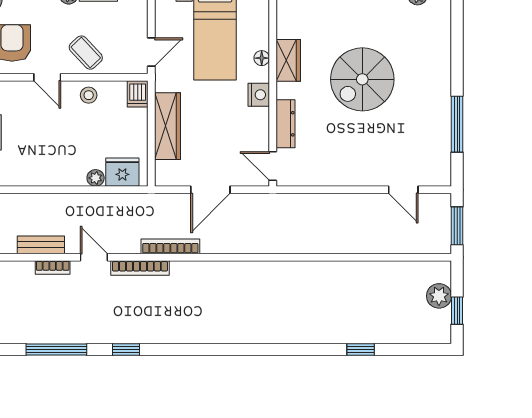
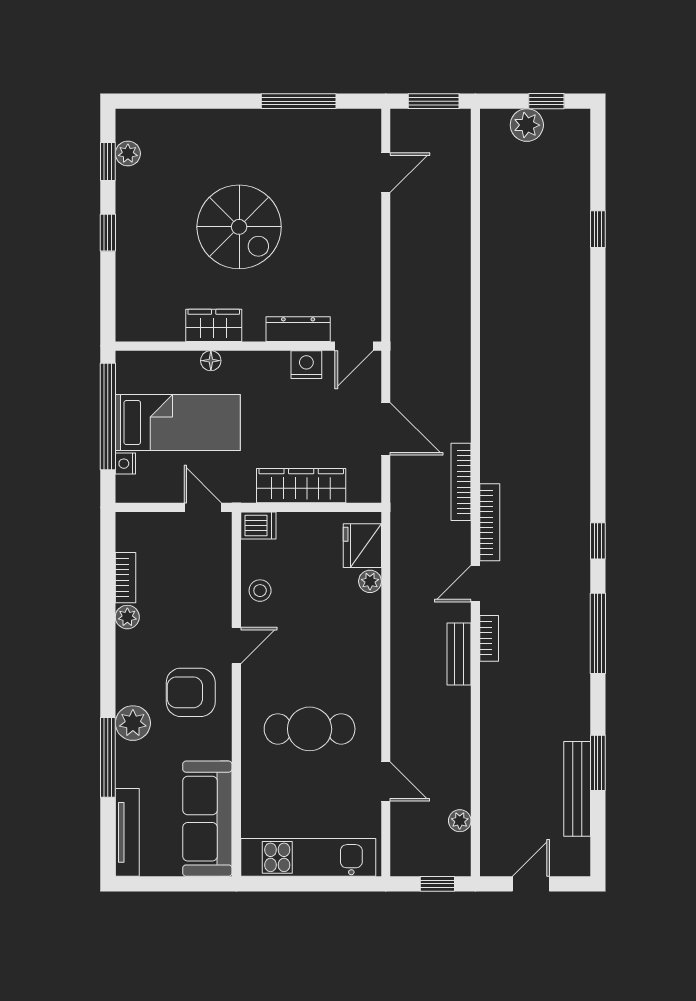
coffee table: (86, 53) -> (203, 594), removed
nightstand: (259, 95) -> (306, 365), moved

